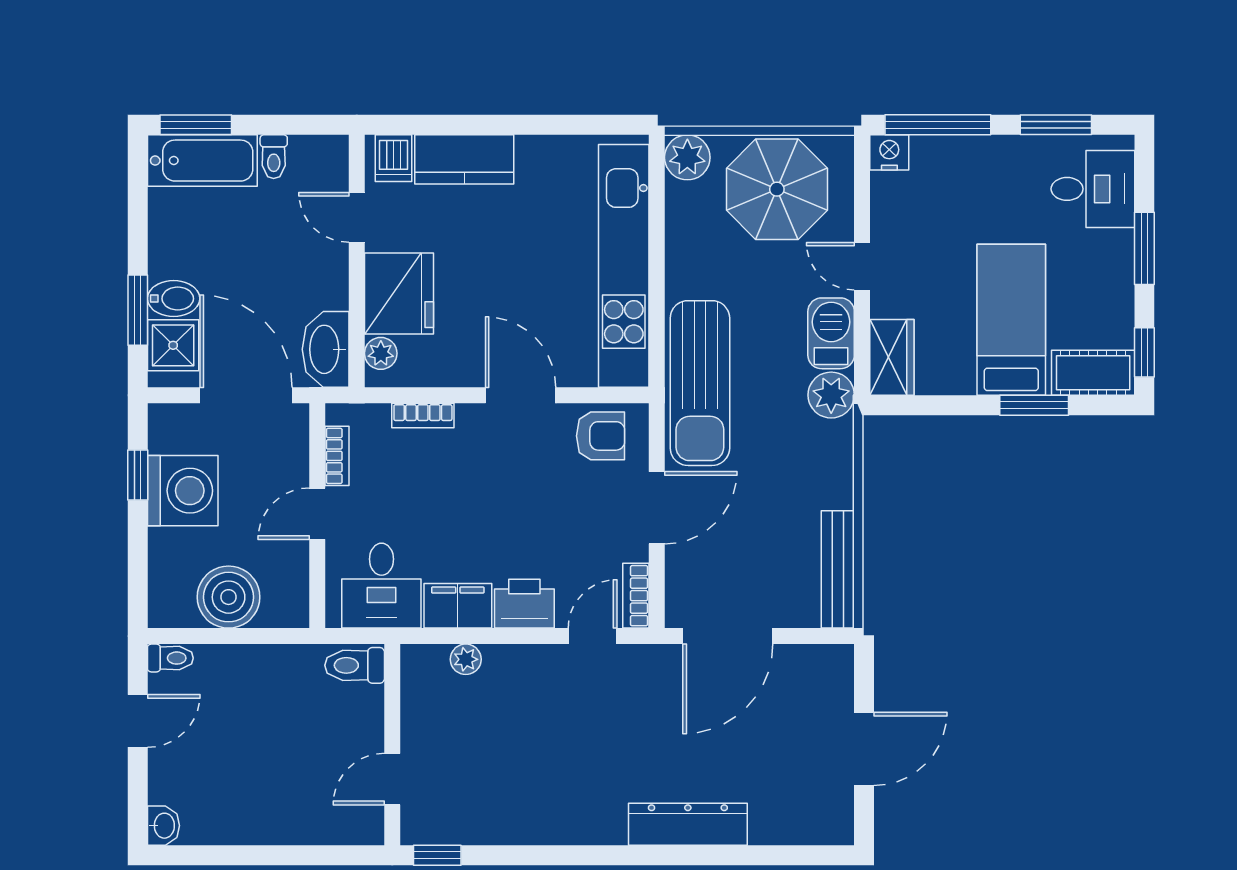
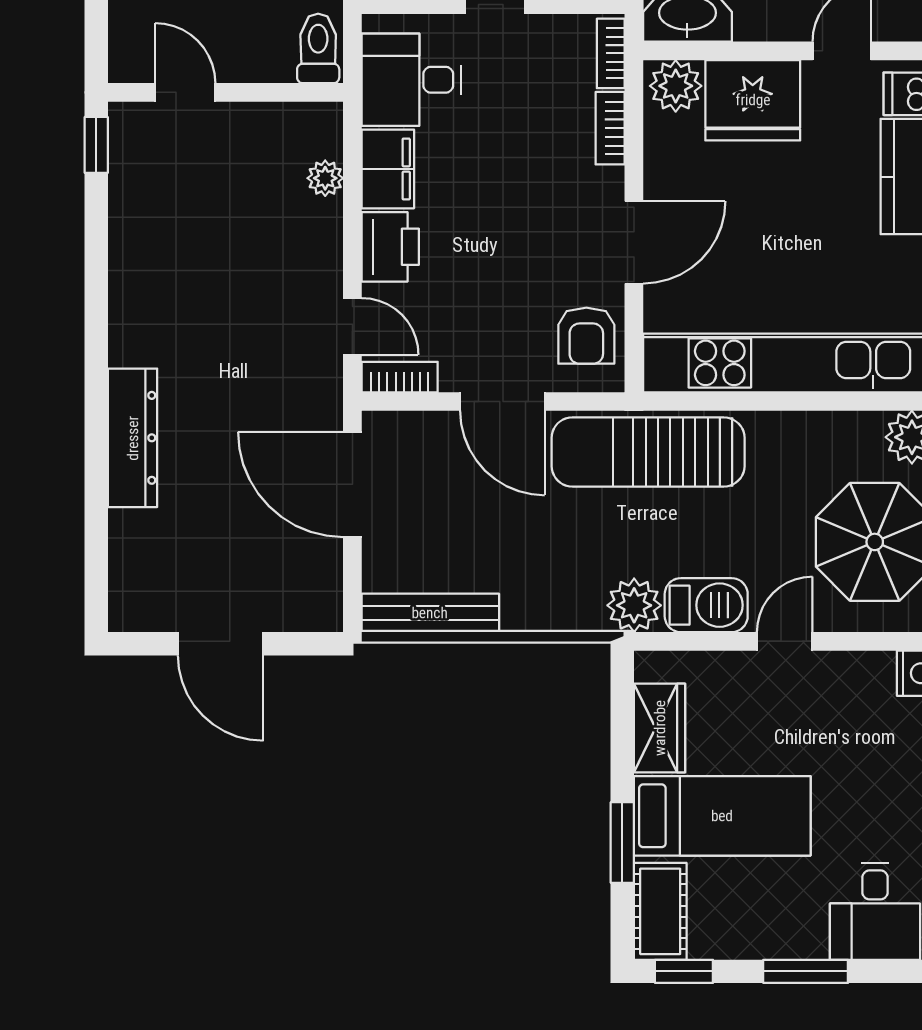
plant: (381, 353) -> (676, 86), width x1.38, depth x1.38
wardrobe: (892, 357) -> (660, 728), moved, turned -90
bookcase: (337, 456) -> (611, 53), moved, turned 90

